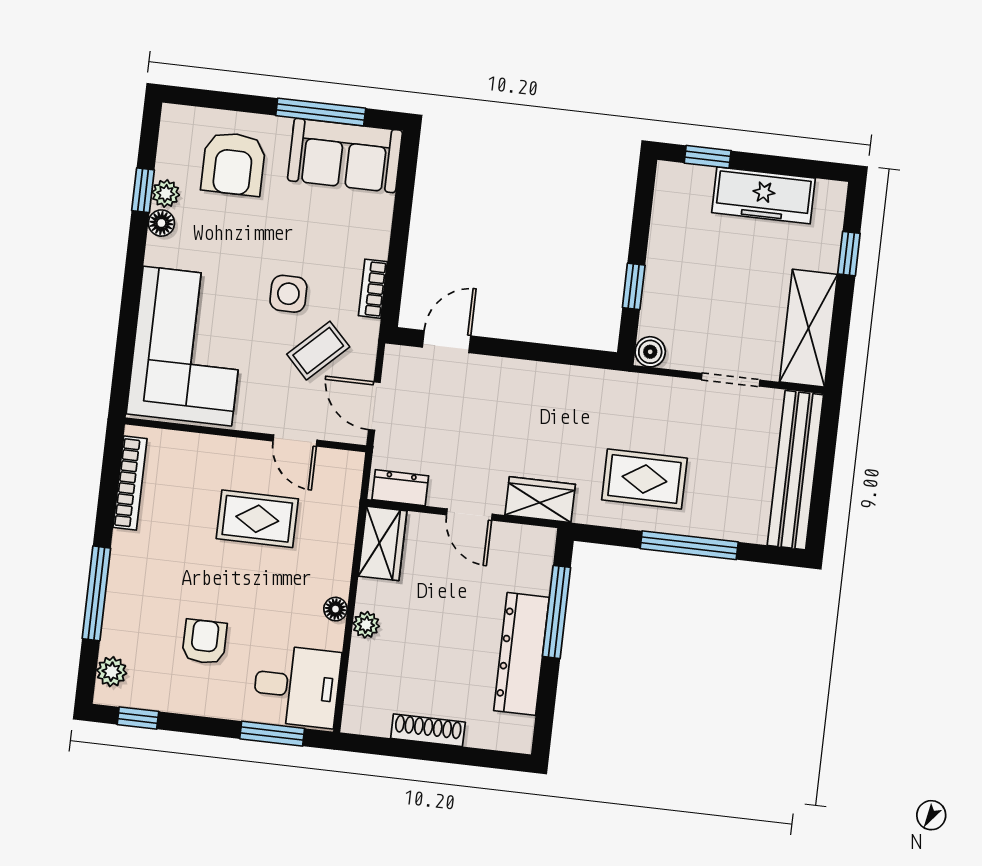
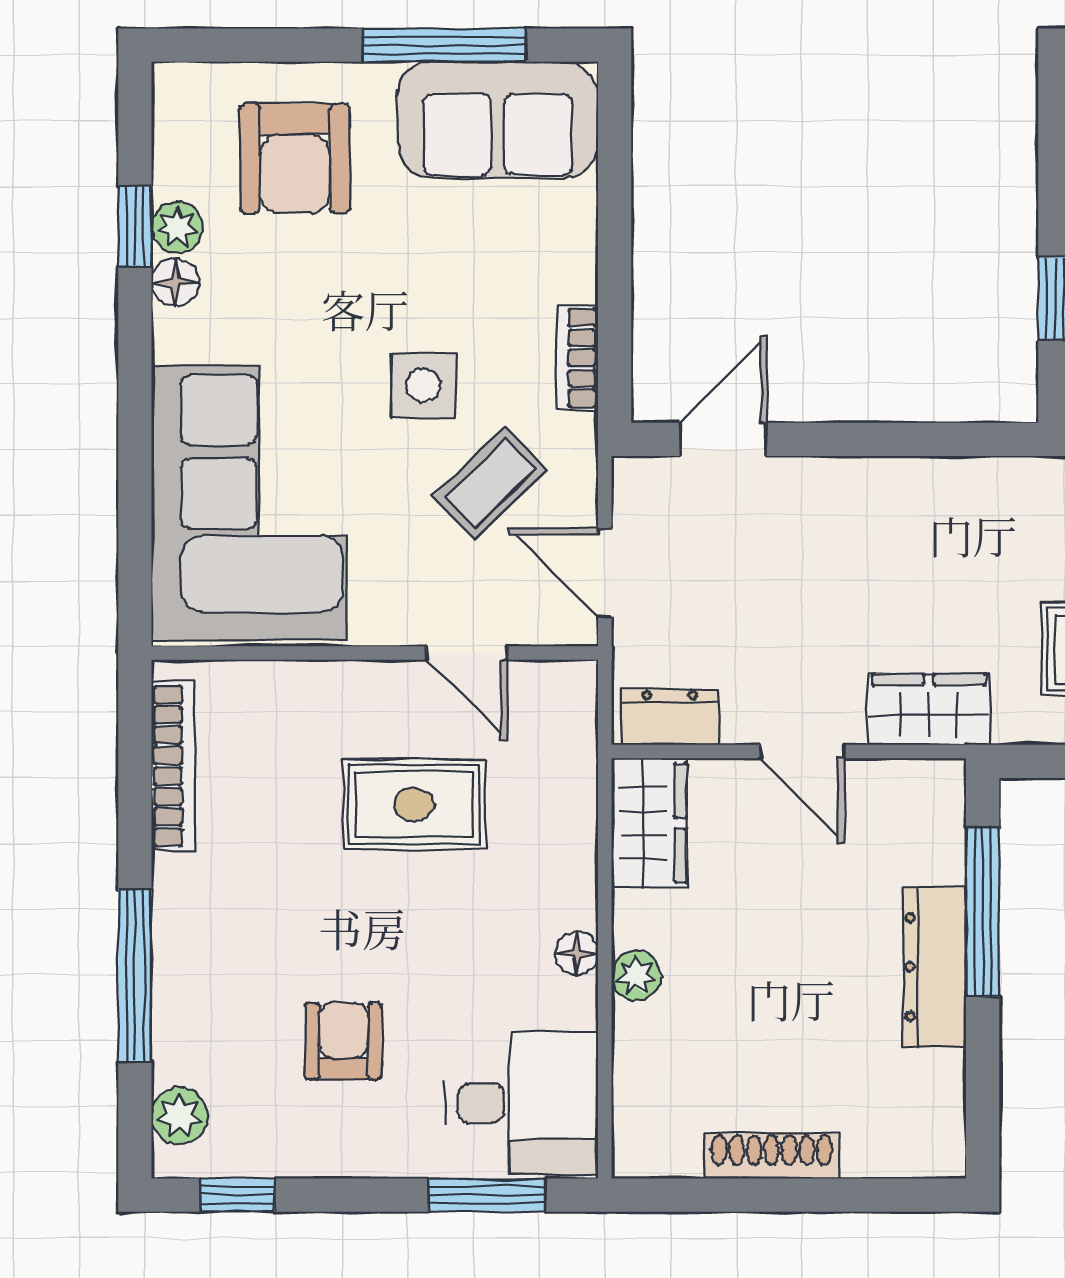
dresser: (521, 654) -> (935, 967), width x0.73, depth x0.80

